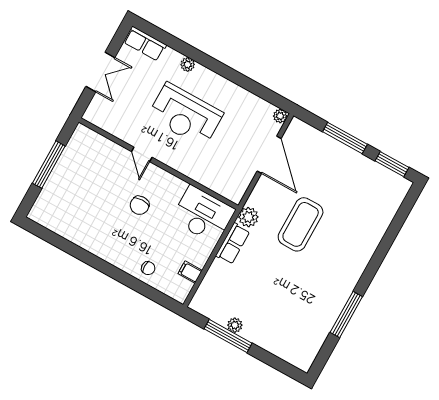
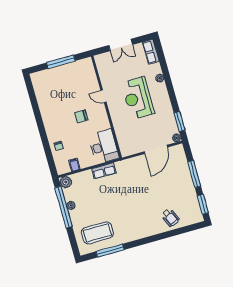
window: (264, 93) -> (179, 122), added
door: (142, 154) -> (103, 96), hinge flipped
plant: (248, 217) -> (66, 182), moved
wheelchair: (369, 219) -> (170, 218), added
coffee table: (301, 224) -> (97, 233), moved
window: (346, 315) -> (110, 251), moved
window: (228, 336) -> (64, 207), width x1.46

